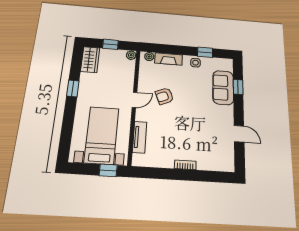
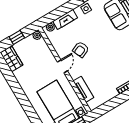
window: (73, 88) -> (16, 87), removed

